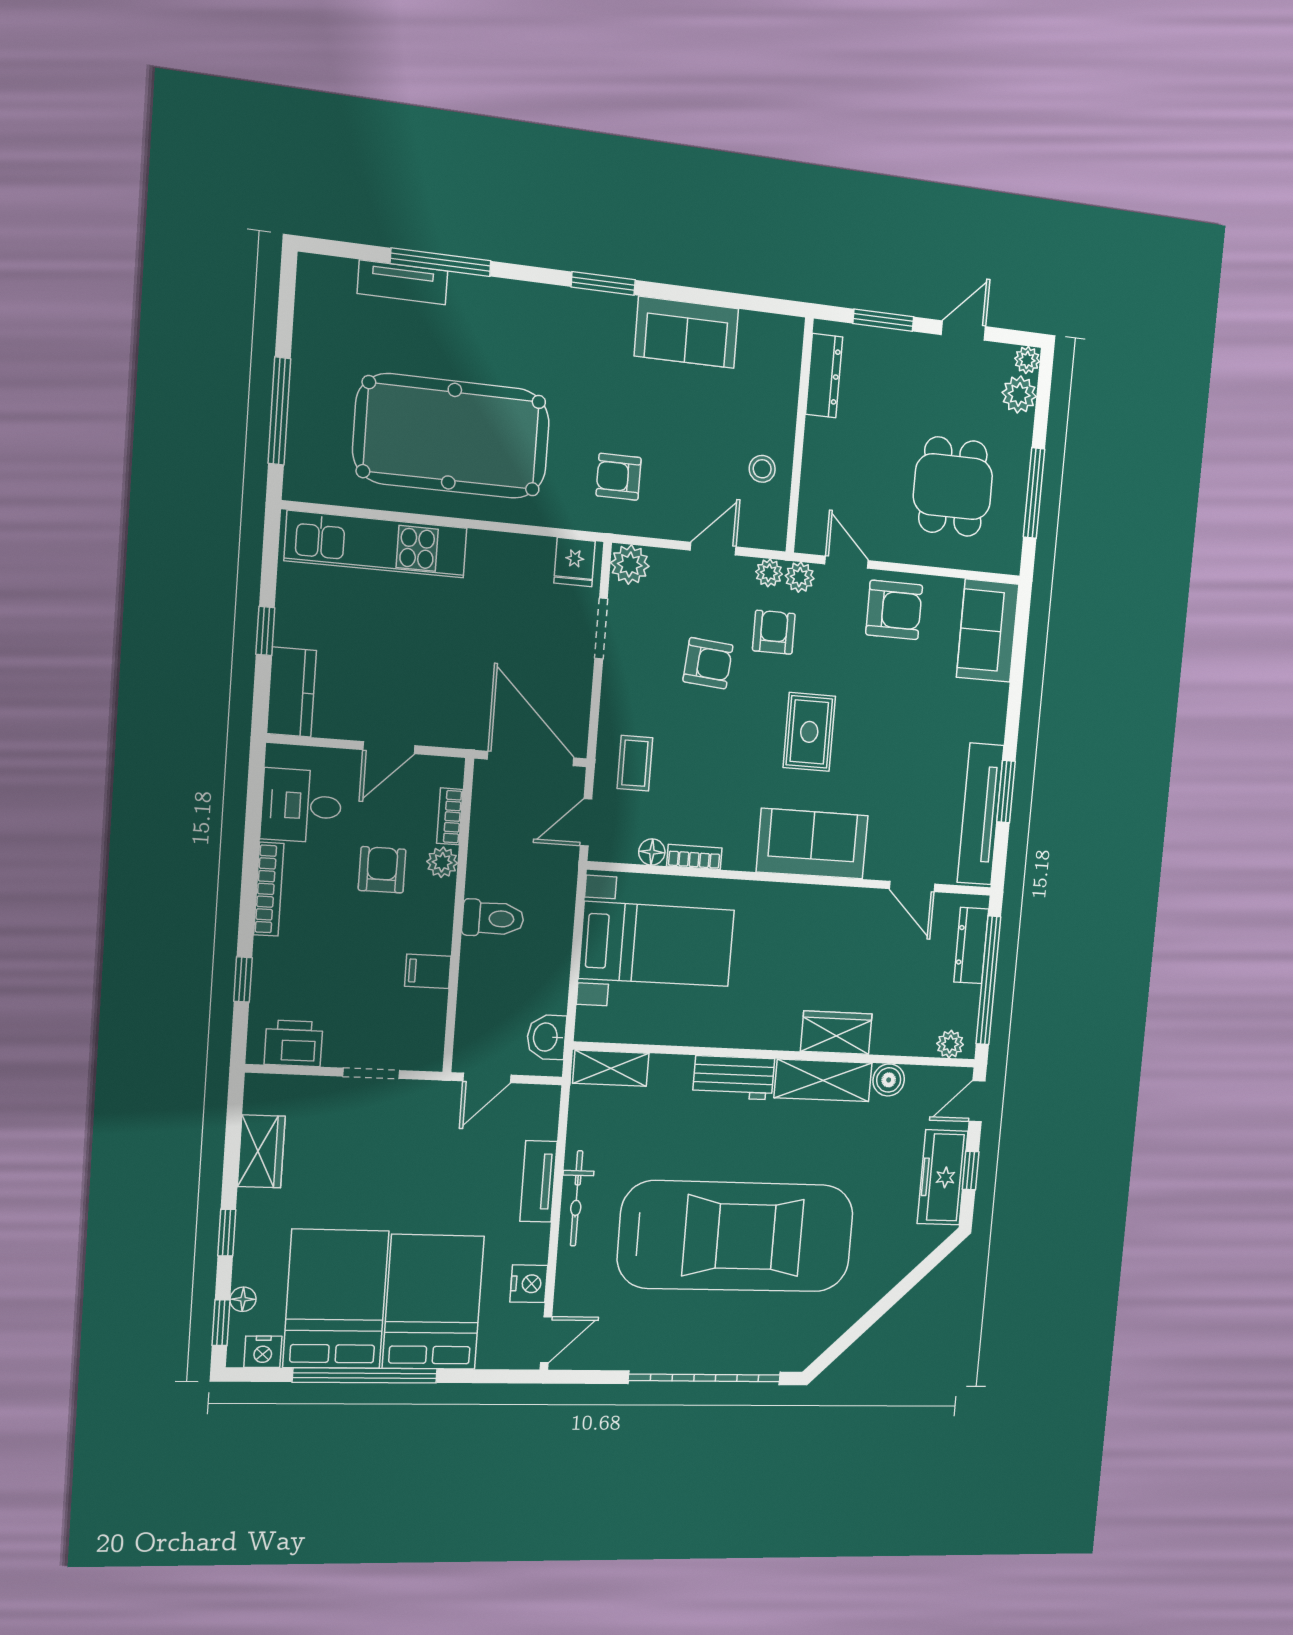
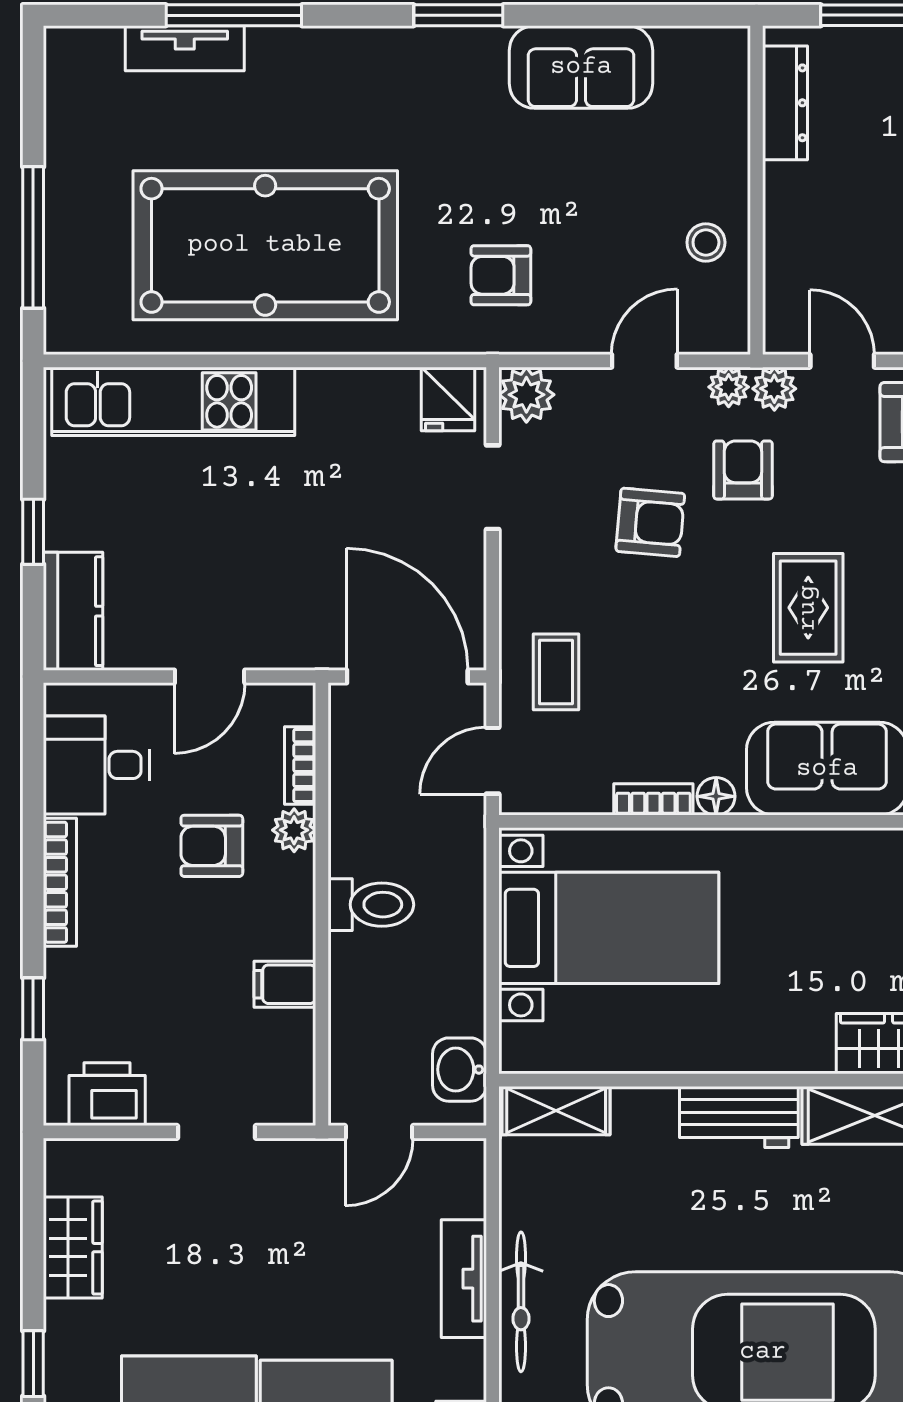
floor lamp: (652, 852) -> (716, 796), moved
armchair: (382, 870) -> (212, 846), turned -90

